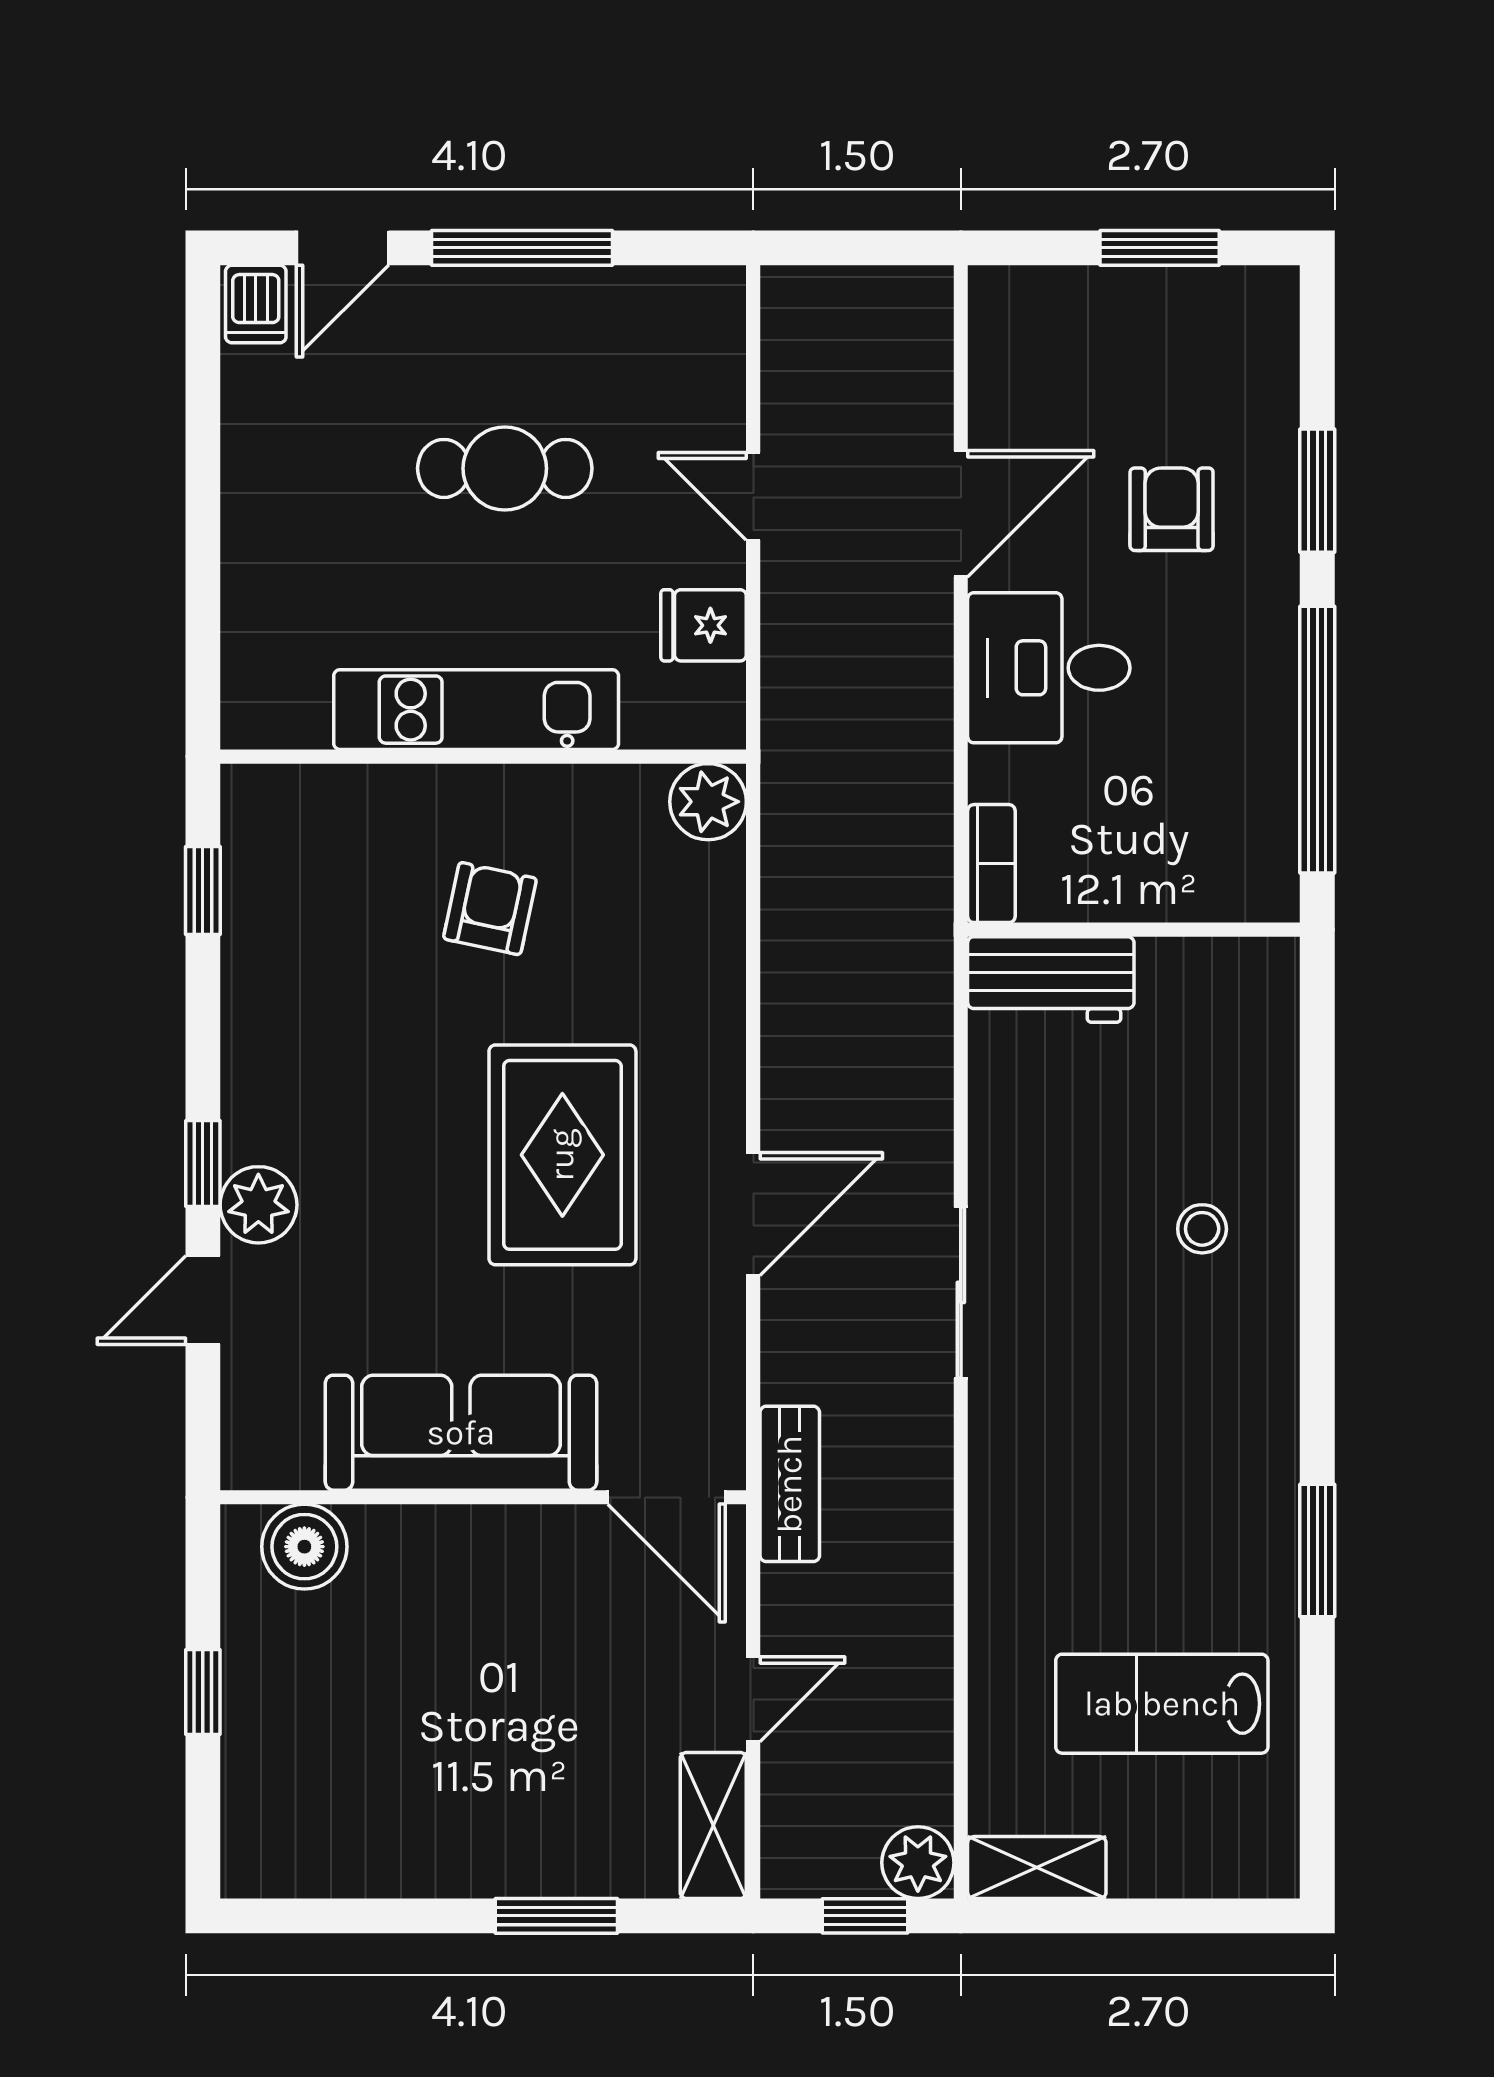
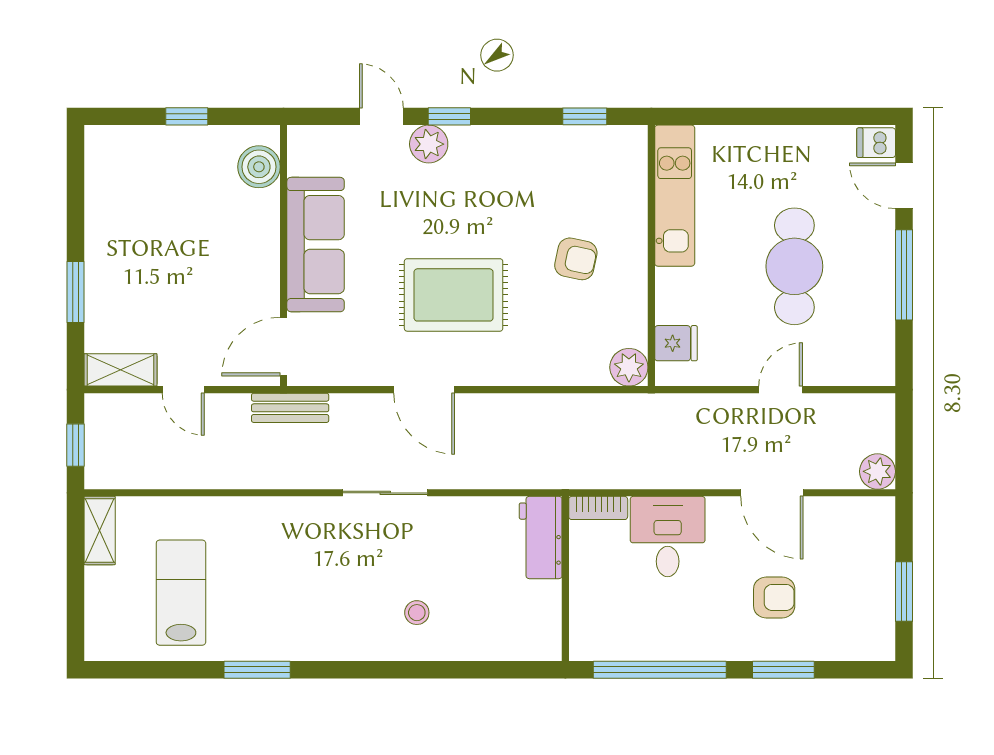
cafe table: (505, 468) -> (794, 266), width x1.37, depth x1.35
fridge: (704, 625) -> (676, 343), moved, turned 90
desk: (1049, 668) -> (668, 536), moved
kitchen unit: (476, 710) -> (675, 196), moved
plant: (918, 1863) -> (878, 471), moved

